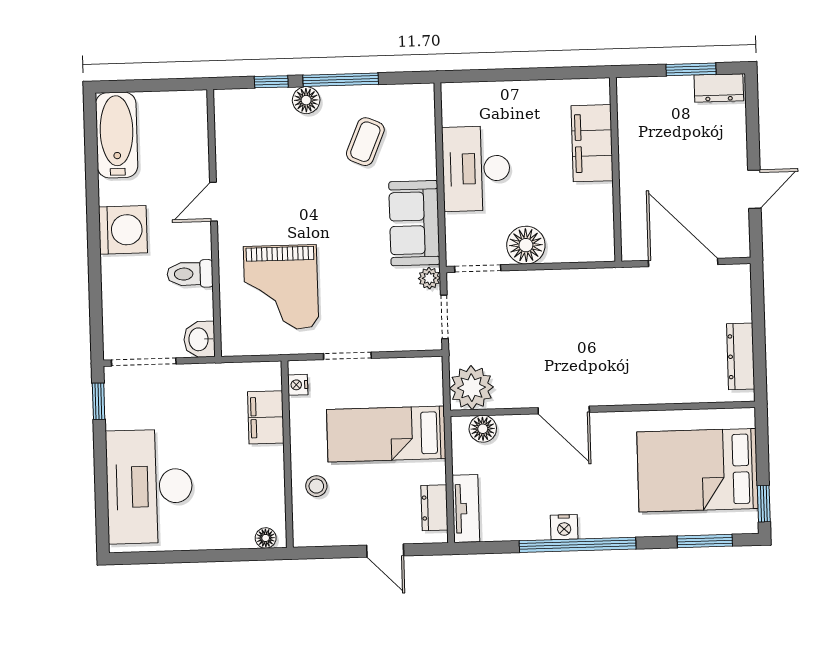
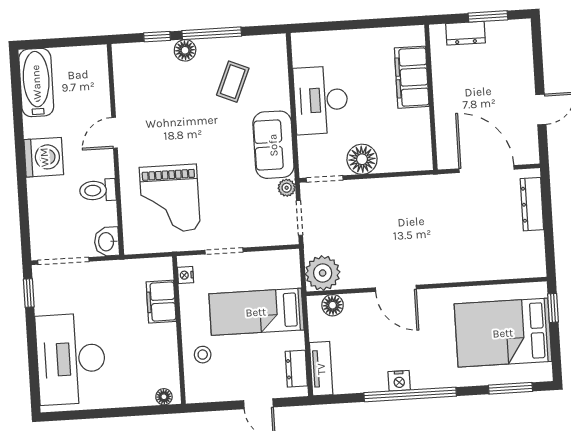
dresser: (719, 88) -> (466, 33), moved
dresser: (741, 356) -> (532, 204), moved
window: (764, 504) -> (553, 308), moved

